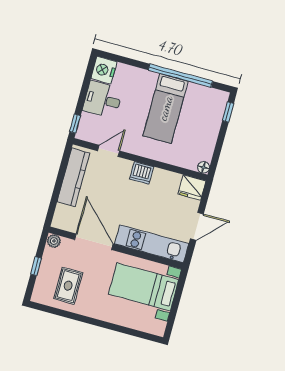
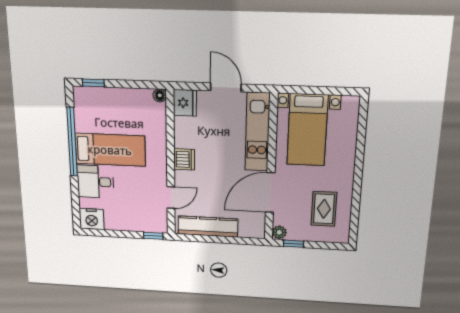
desk: (103, 100) -> (95, 182), moved, turned 90
door: (109, 151) -> (171, 198), swing flipped
window: (36, 266) -> (293, 244), moved
rug: (68, 286) -> (324, 209), turned 90

